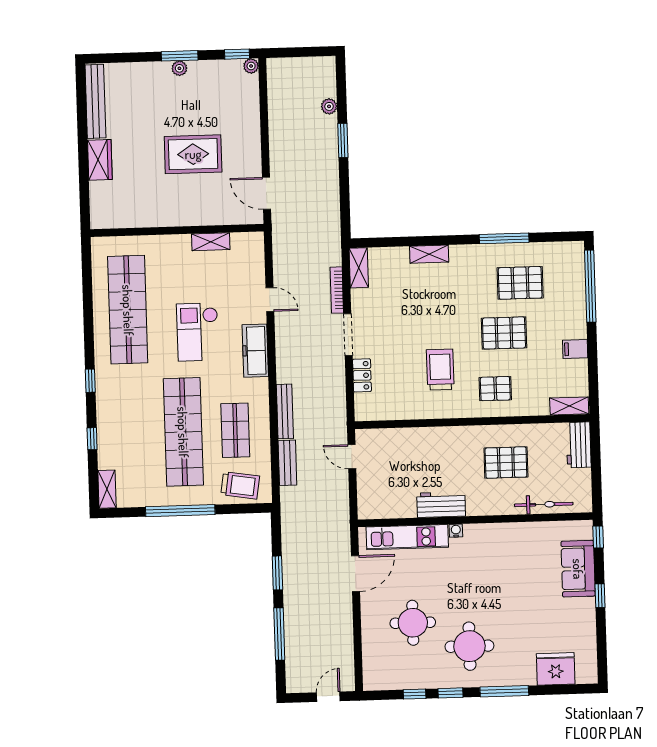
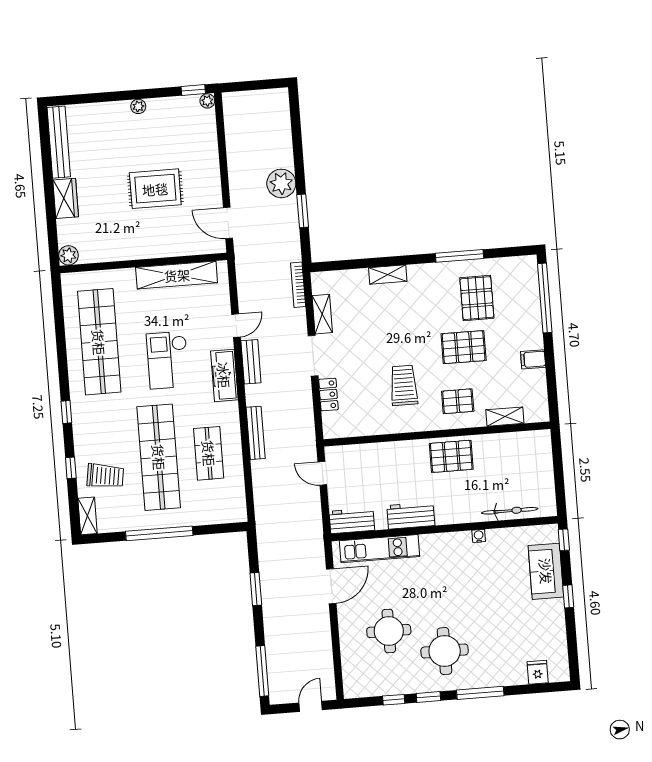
window: (180, 56) -> (138, 94), removed
plant: (329, 106) -> (281, 183), moved, width x1.88, depth x1.88
window: (343, 140) -> (303, 211), moved
plant: (100, 219) -> (69, 255), added
shelving: (211, 242) -> (177, 275), width x2.20, depth x1.33
shelving: (359, 268) -> (322, 314), moved
pallet: (520, 283) -> (477, 298), turned 90
bookcase: (337, 290) -> (298, 285), moved
door: (270, 300) -> (236, 326), hinge flipped
shelving: (569, 406) -> (505, 417), moved
workbench: (579, 445) -> (352, 521), moved, turned 90
bench: (287, 463) -> (251, 362), moved
pallet: (506, 463) -> (451, 456), moved
trolley: (240, 485) -> (105, 476), moved
water cooler: (456, 531) -> (479, 536), moved
window: (279, 634) -> (262, 671), moved
fridge: (556, 669) -> (538, 672), width x0.53, depth x0.75

